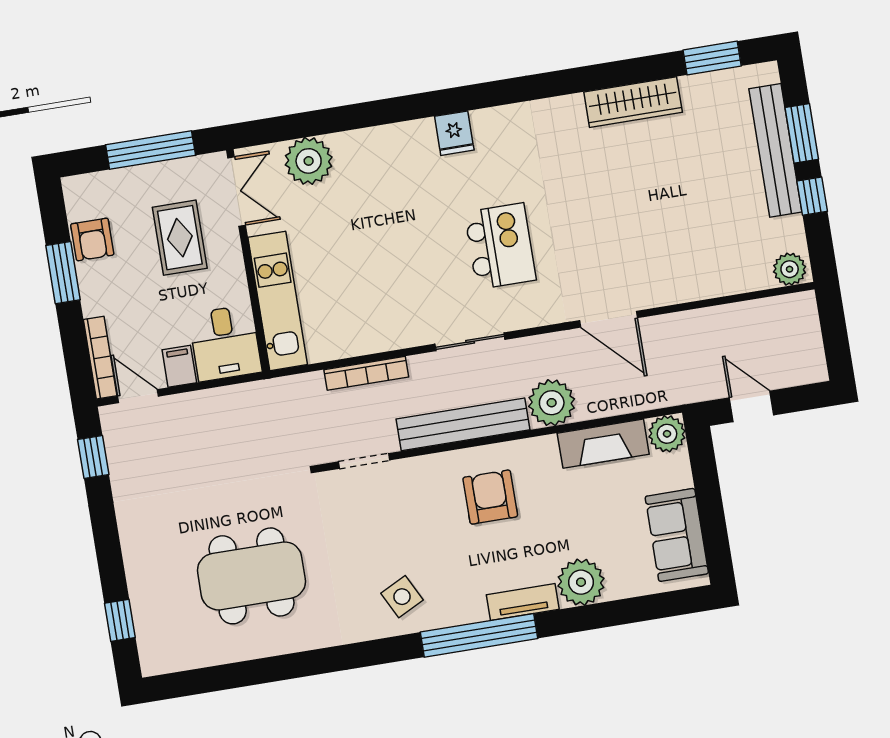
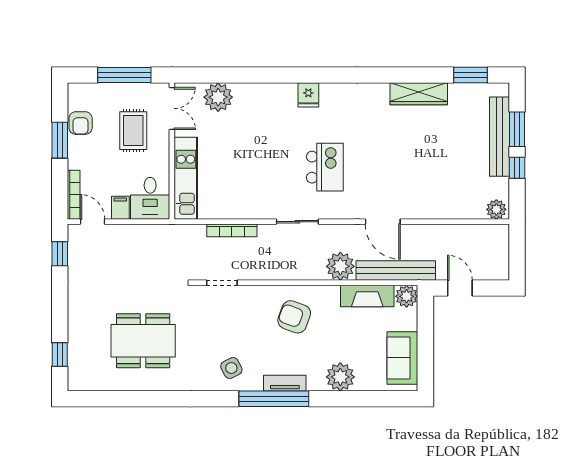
bench: (463, 424) -> (396, 271), moved
armchair: (490, 497) -> (294, 317), turned -70
tv unit: (523, 602) -> (285, 383), moved

